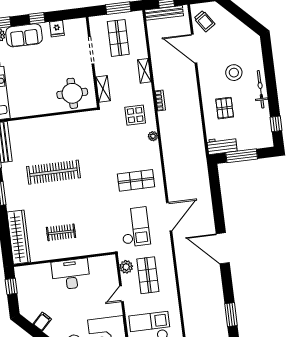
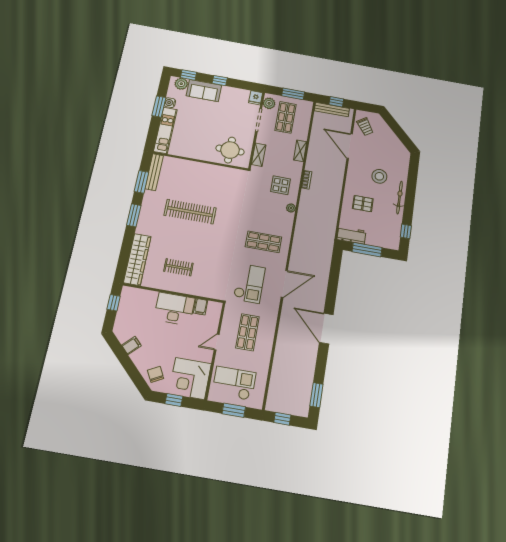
fridge: (57, 29) -> (256, 98), moved
pallet: (225, 108) -> (363, 204), turned 90
filing cabinet: (95, 264) -> (201, 307), added
plant: (126, 267) -> (269, 103), moved

